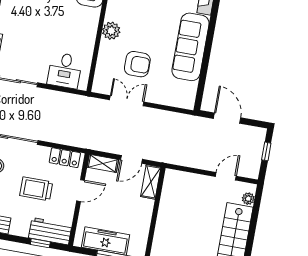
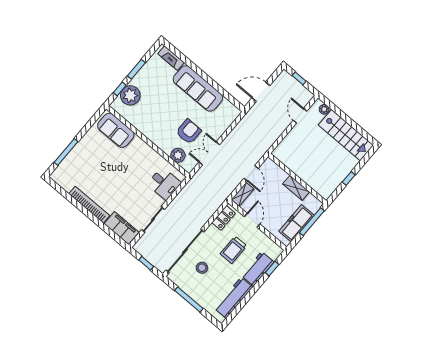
plant: (111, 31) -> (178, 155), moved
shelving: (151, 182) -> (296, 188), moved
workbench: (50, 231) -> (258, 269), moved

